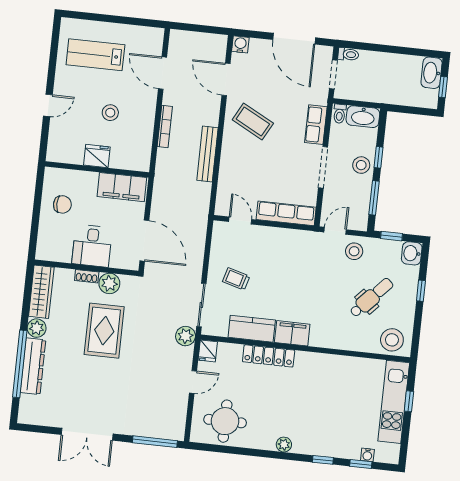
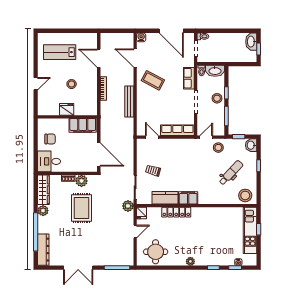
desk: (92, 246) -> (49, 161), moved, turned 90
dresser: (33, 366) -> (43, 250), moved

